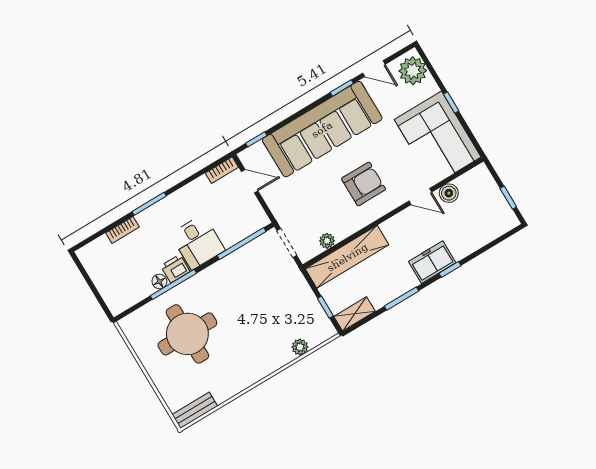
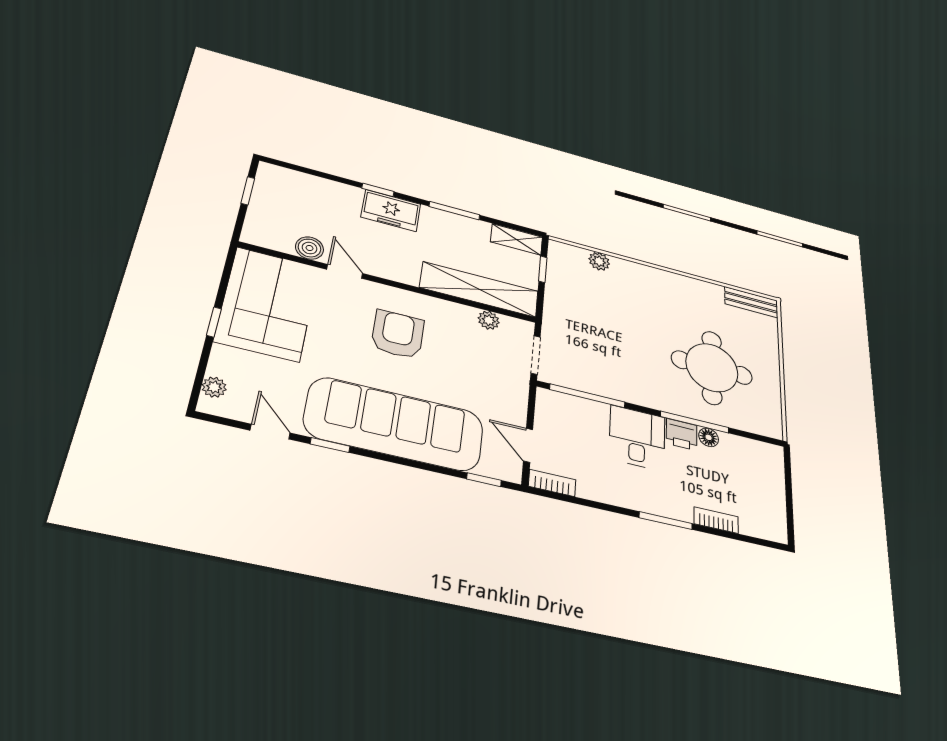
plant: (413, 71) -> (214, 387), width x0.53, depth x0.53
armchair: (364, 184) -> (398, 334), turned 90

